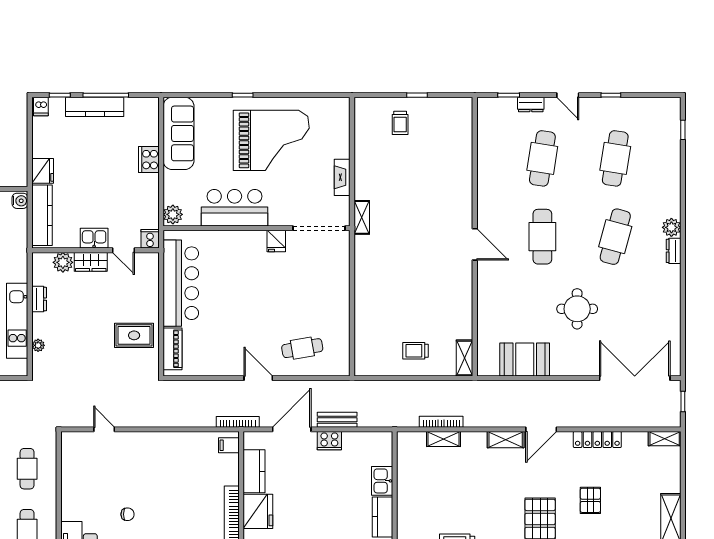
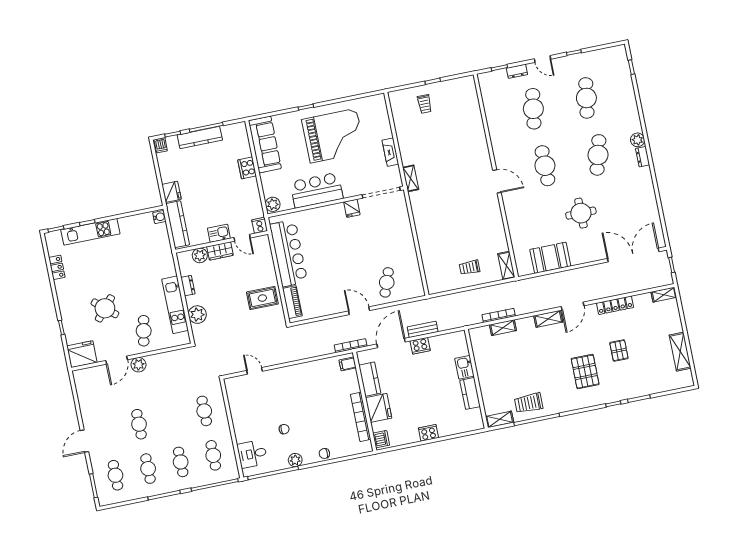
plant: (38, 345) -> (197, 315), width x1.87, depth x1.87
cafe table: (302, 348) -> (387, 282), turned -60

